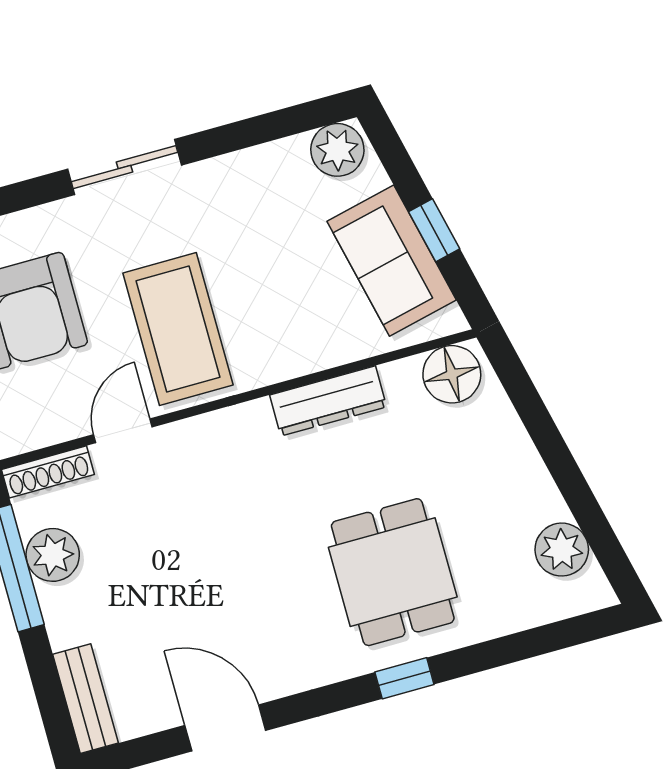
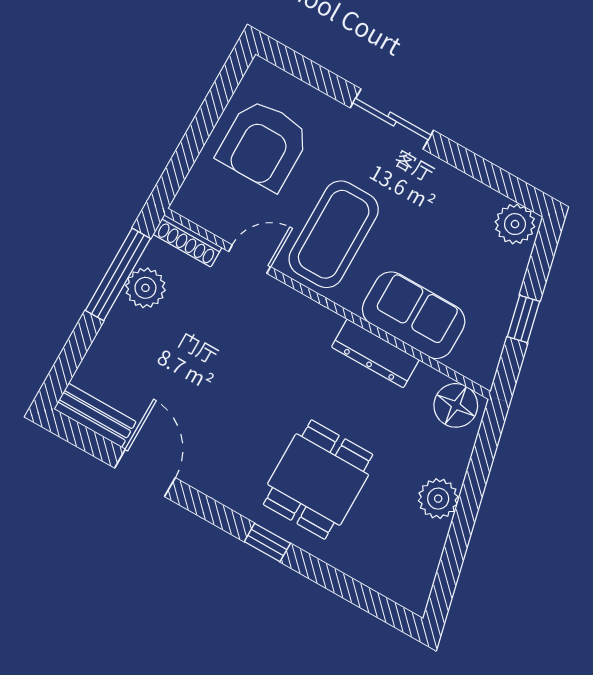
sofa: (392, 261) -> (414, 315), moved, turned 103
plant: (562, 550) -> (438, 499), moved
bench: (85, 699) -> (95, 415), moved, turned 90

